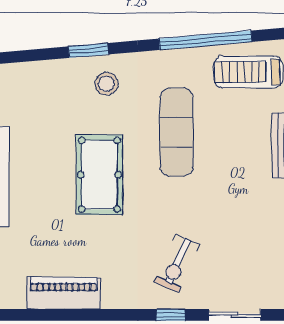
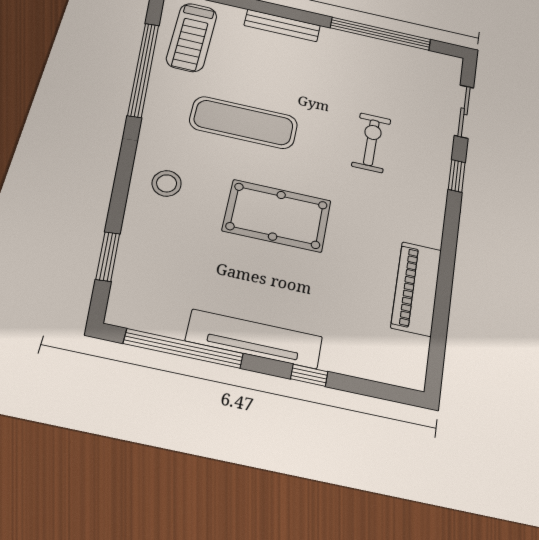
window: (88, 50) -> (108, 256), moved
exercise bike: (177, 263) -> (371, 143), moved, turned -114

